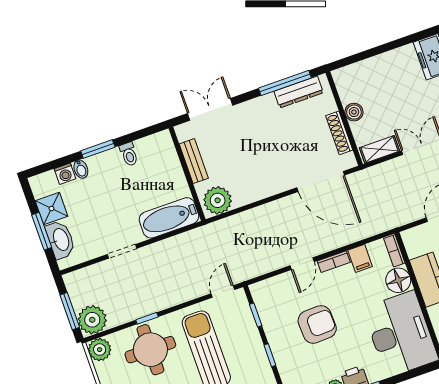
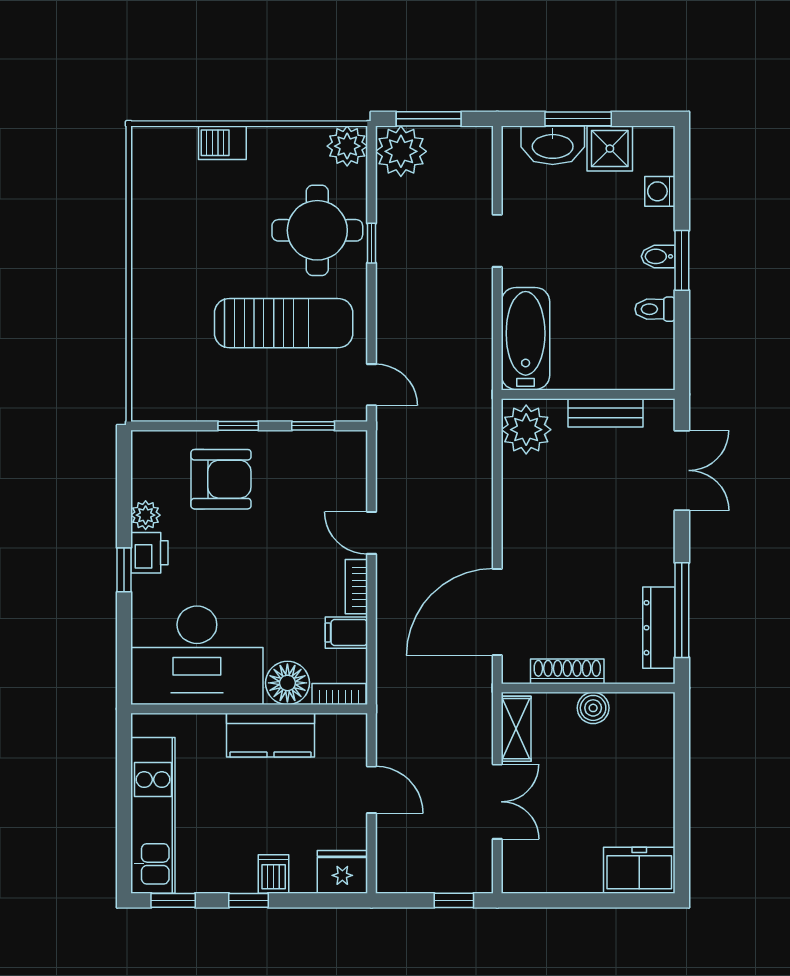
bidet: (81, 169) -> (658, 256), moved
armchair: (317, 324) -> (221, 479), moved, turned -88

